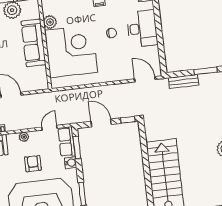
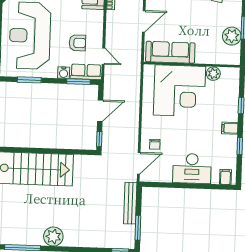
chair: (112, 33) -> (155, 144), moved
sofa: (33, 43) -> (170, 52), moved
bench: (184, 81) -> (130, 203), width x1.36
plant: (24, 137) -> (98, 28), removed
armchair: (33, 164) -> (77, 43), moved

